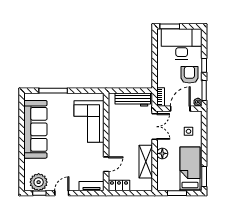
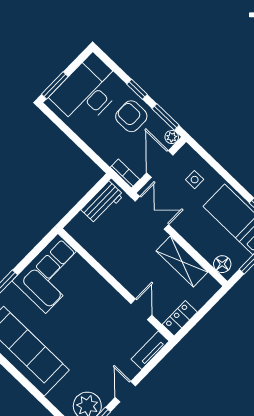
workbench: (133, 99) -> (102, 202), width x0.73
corner sofa: (89, 121) -> (52, 273), moved, turned -90
floor lamp: (162, 153) -> (222, 264), moved

